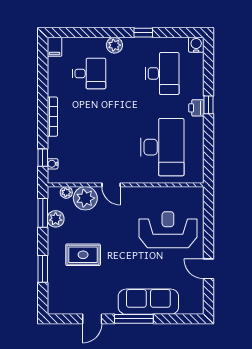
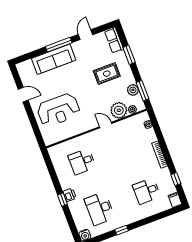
plant: (114, 45) -> (137, 215), removed
desk: (162, 147) -> (82, 162), width x0.53, depth x0.77
window: (43, 158) -> (176, 179), moved
row of seats: (56, 297) -> (114, 40), added

